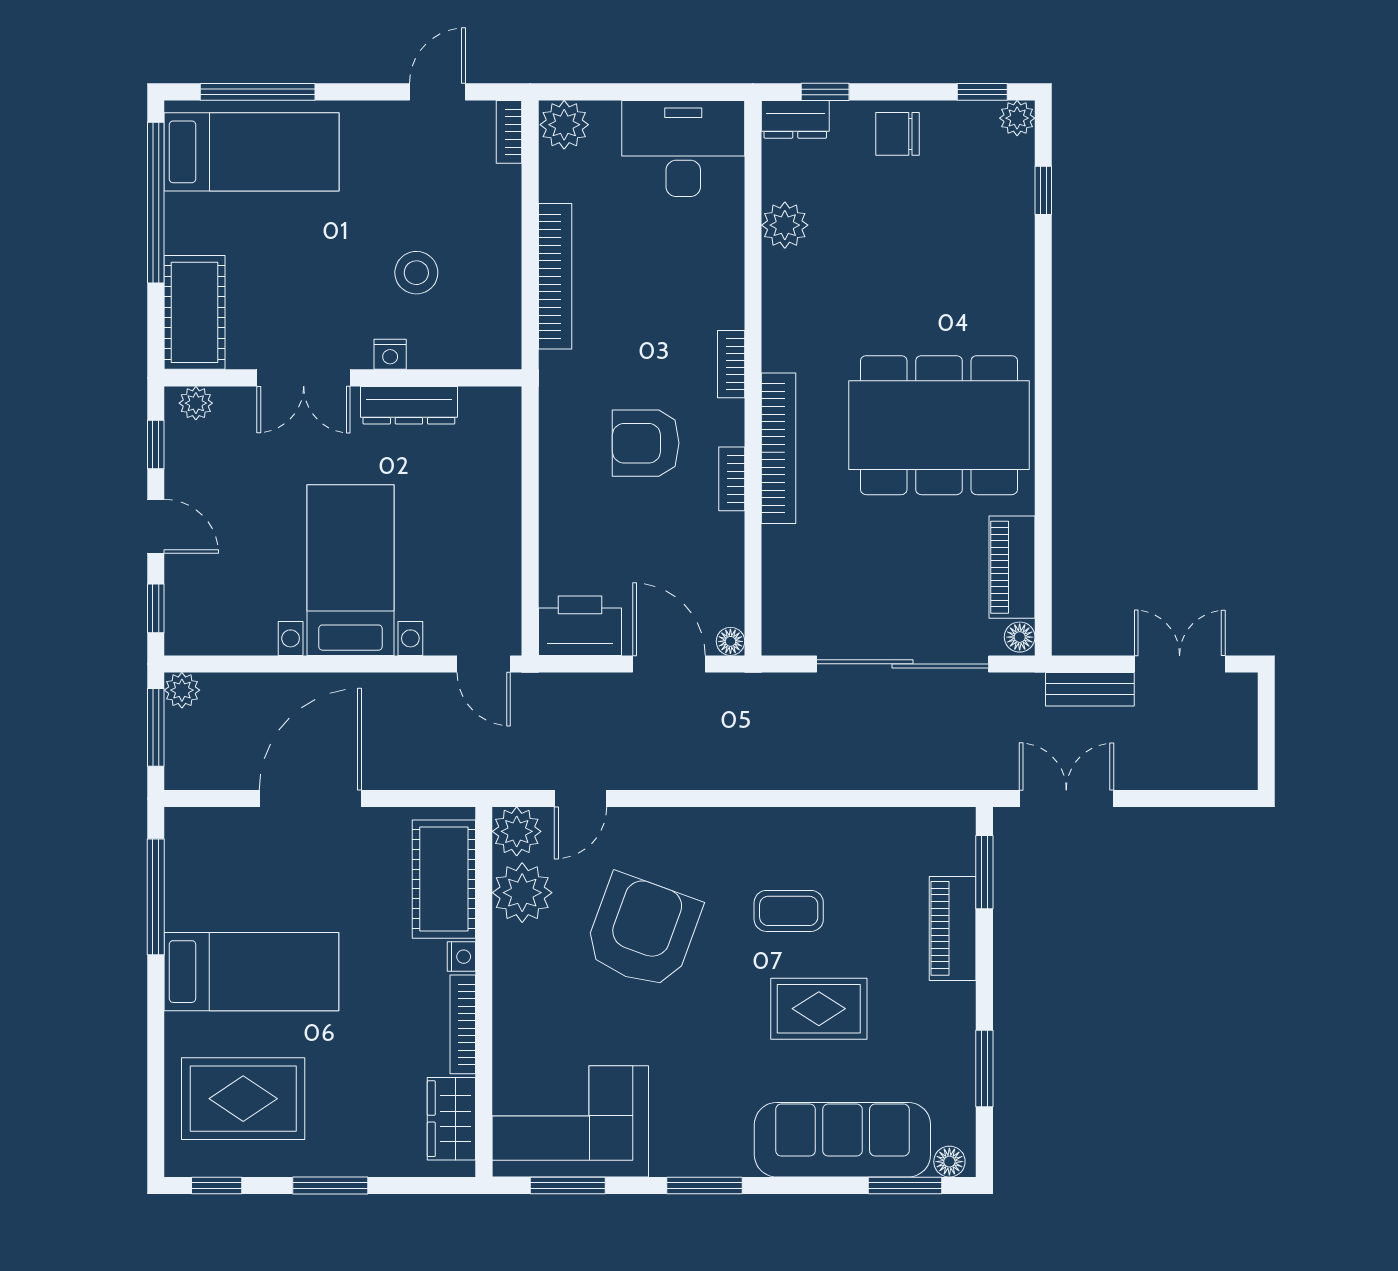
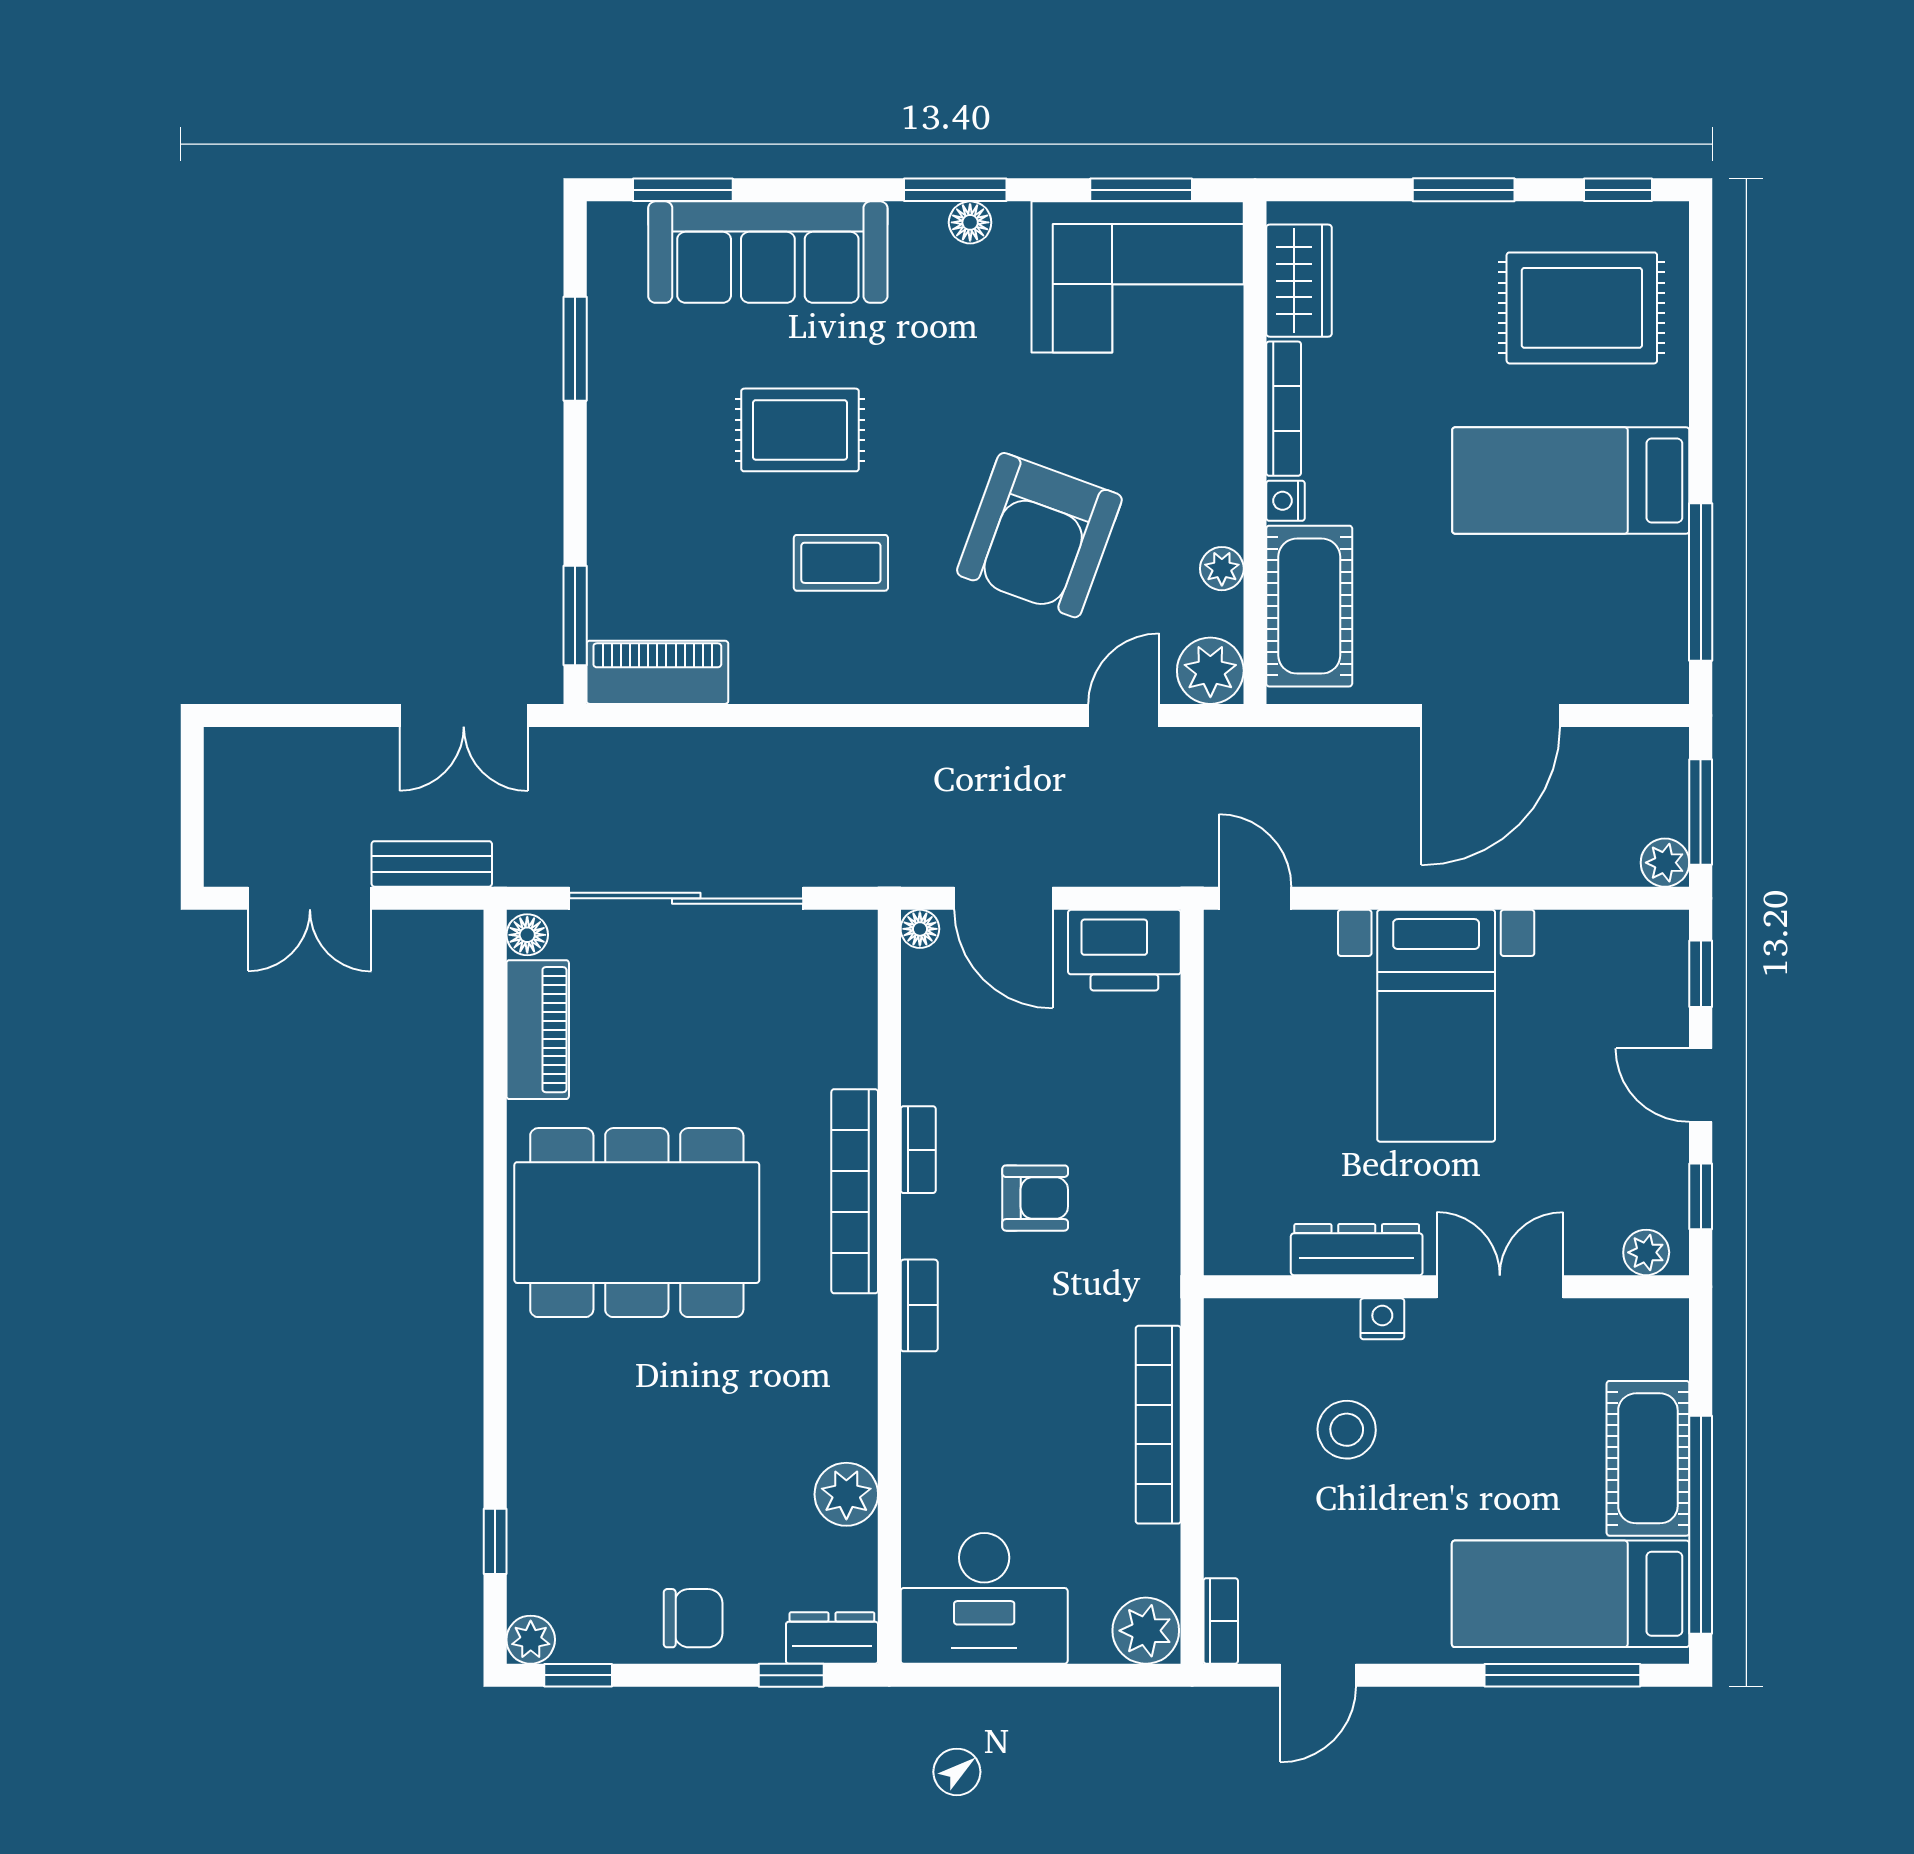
cot: (195, 312) -> (1648, 1458), moved
armchair: (646, 443) -> (1035, 1198), width x0.72, depth x0.72
plant: (522, 893) -> (1222, 569), width x0.53, depth x0.53
piano: (953, 928) -> (657, 672), moved, turned -90
floor lamp: (949, 1162) -> (970, 222), moved

